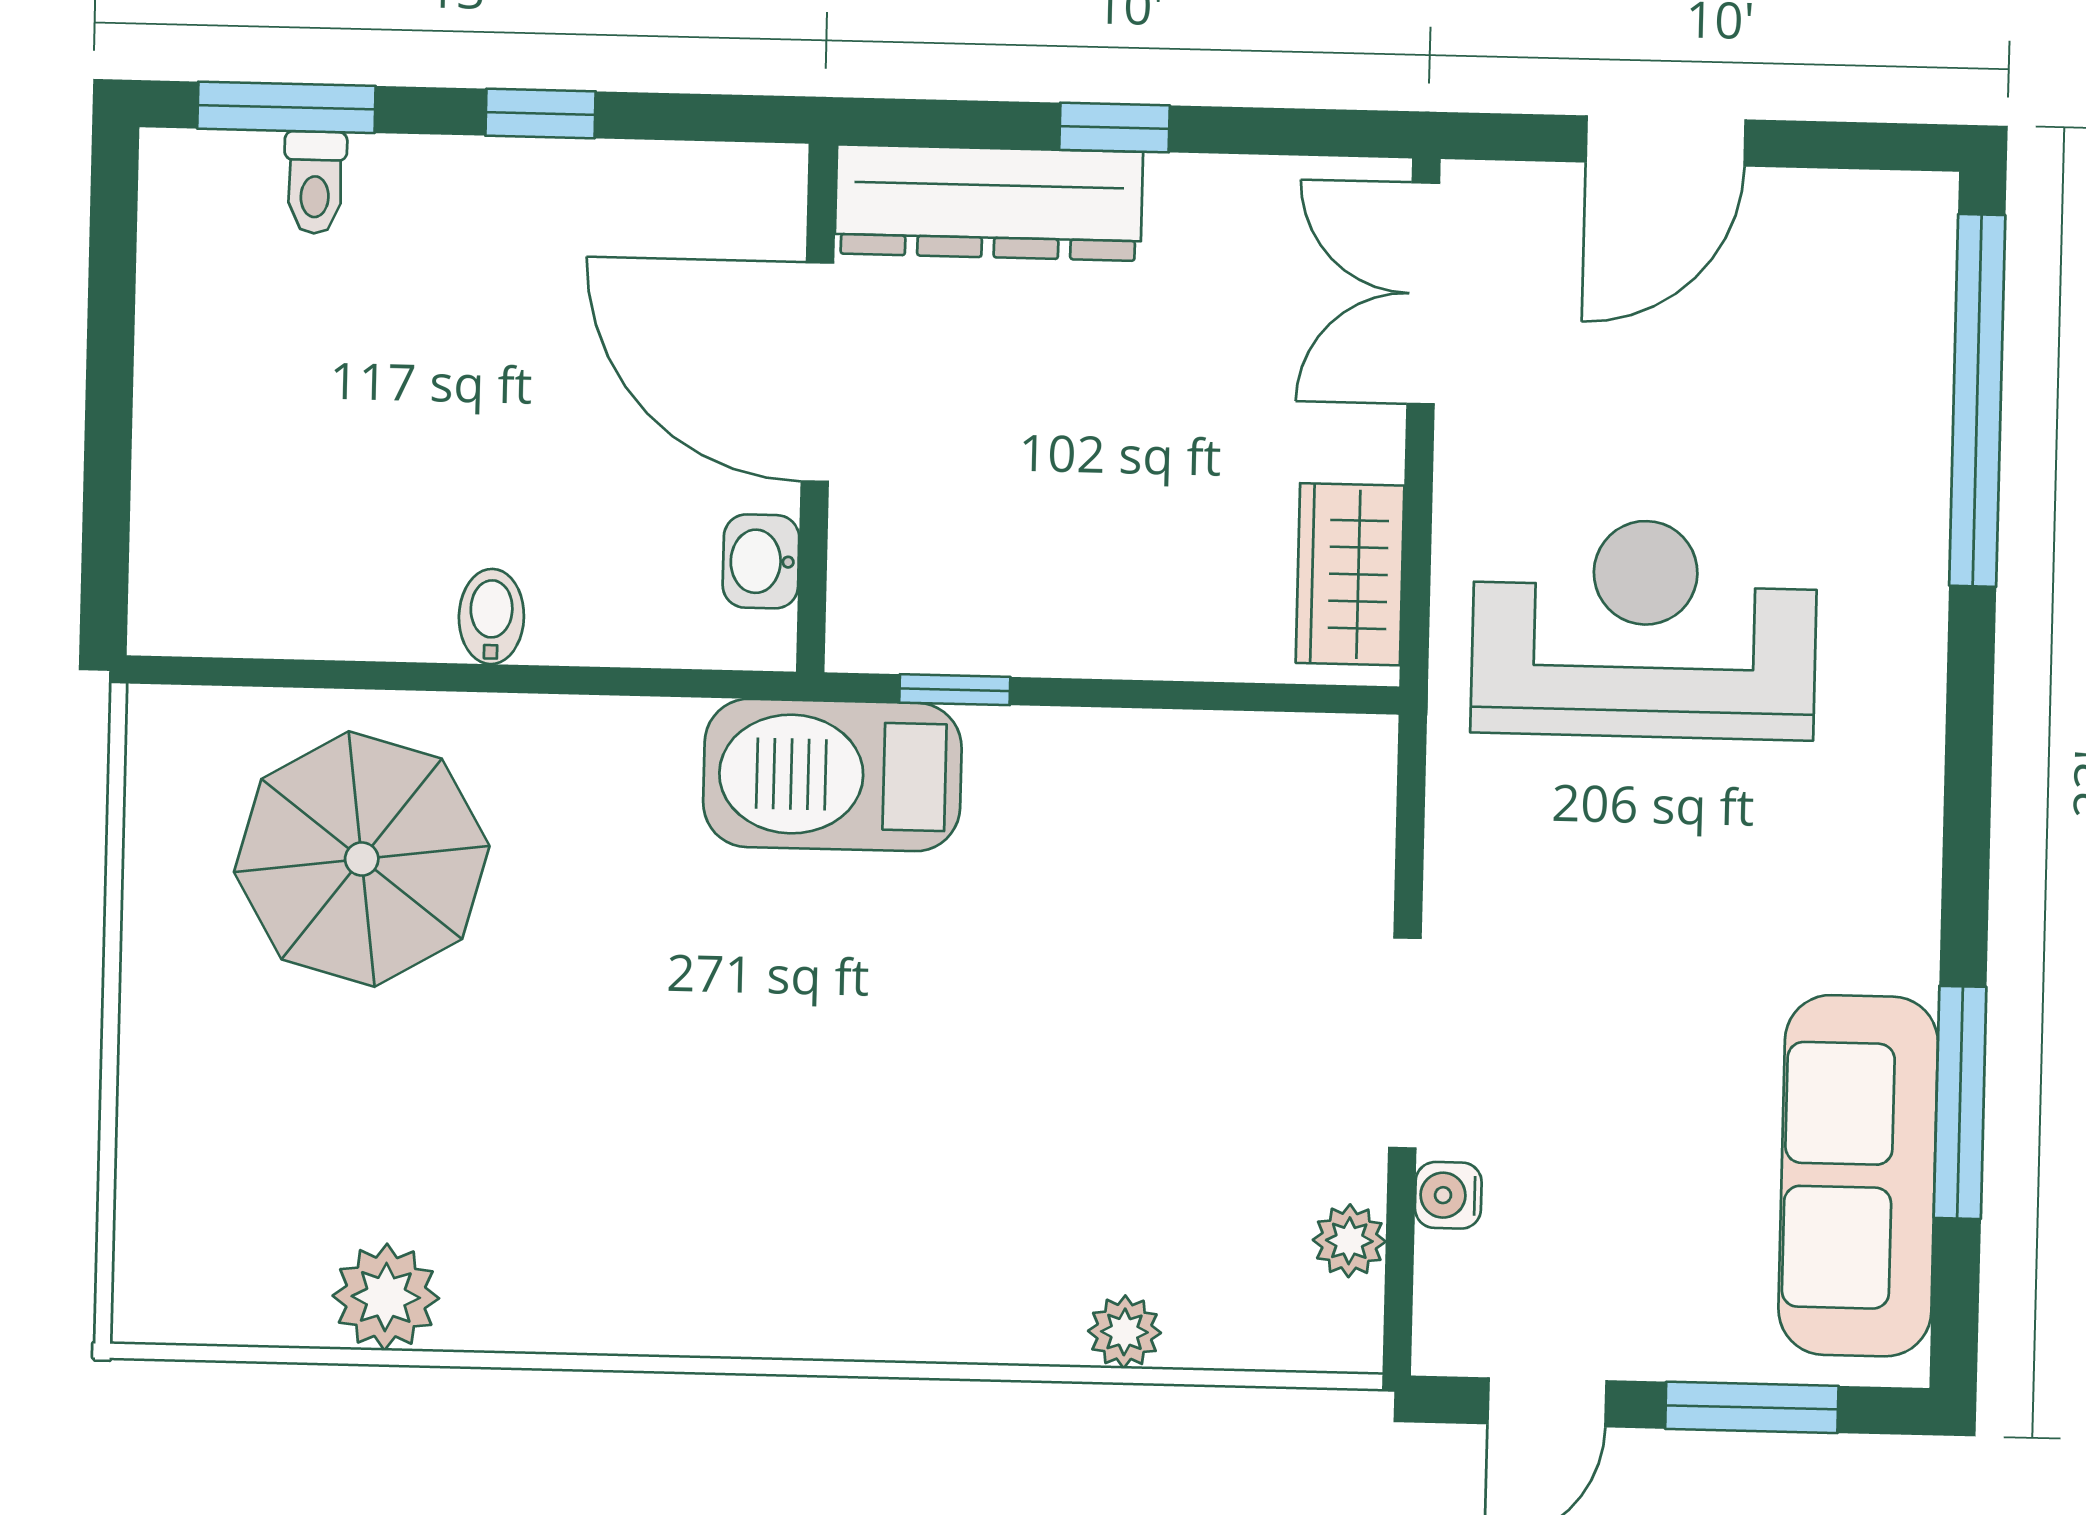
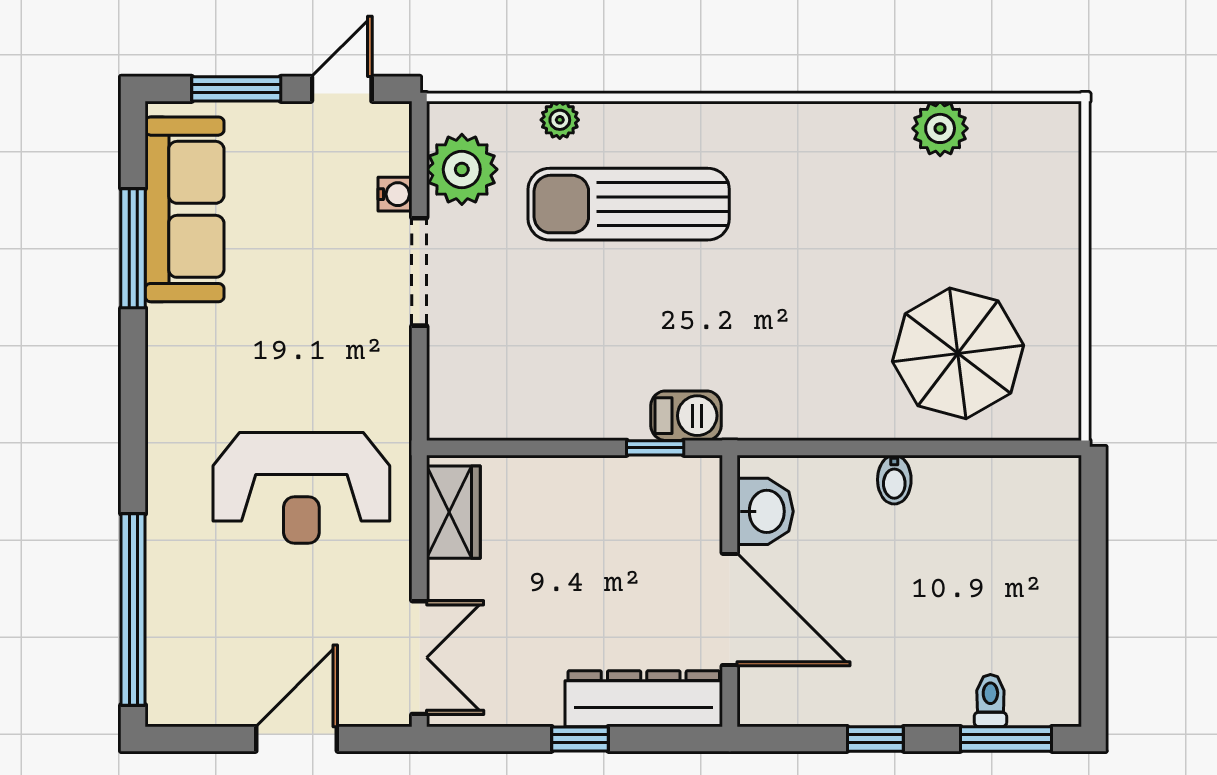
washbasin: (761, 561) -> (765, 511), width x1.38, depth x1.45
barbecue: (832, 775) -> (686, 416), width x0.53, depth x0.65
sun lounger: (995, 1165) -> (629, 204), added
plant: (1349, 1241) -> (462, 169), width x1.88, depth x1.88

